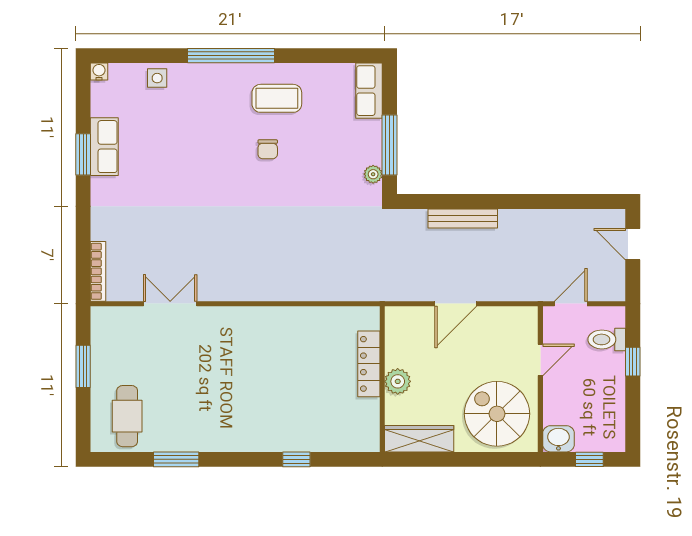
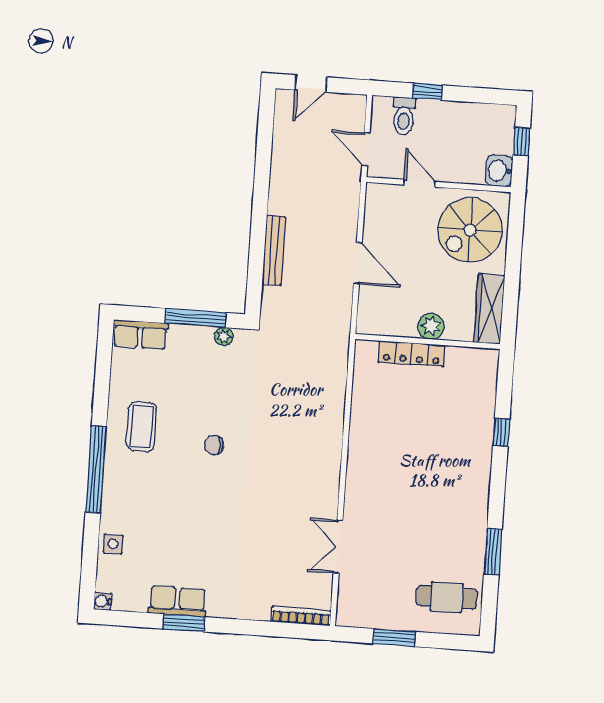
chair: (268, 149) -> (214, 445), moved, turned 180

